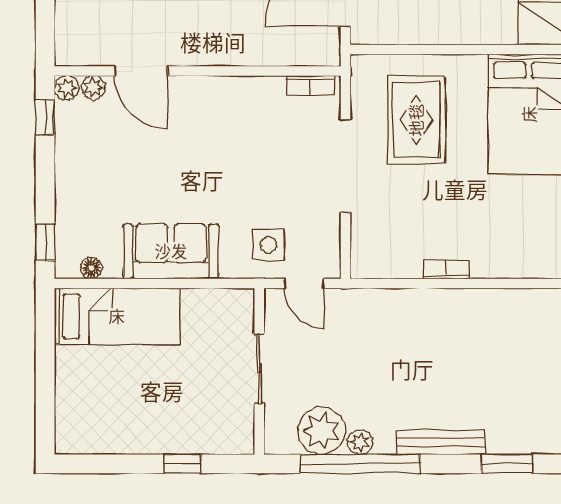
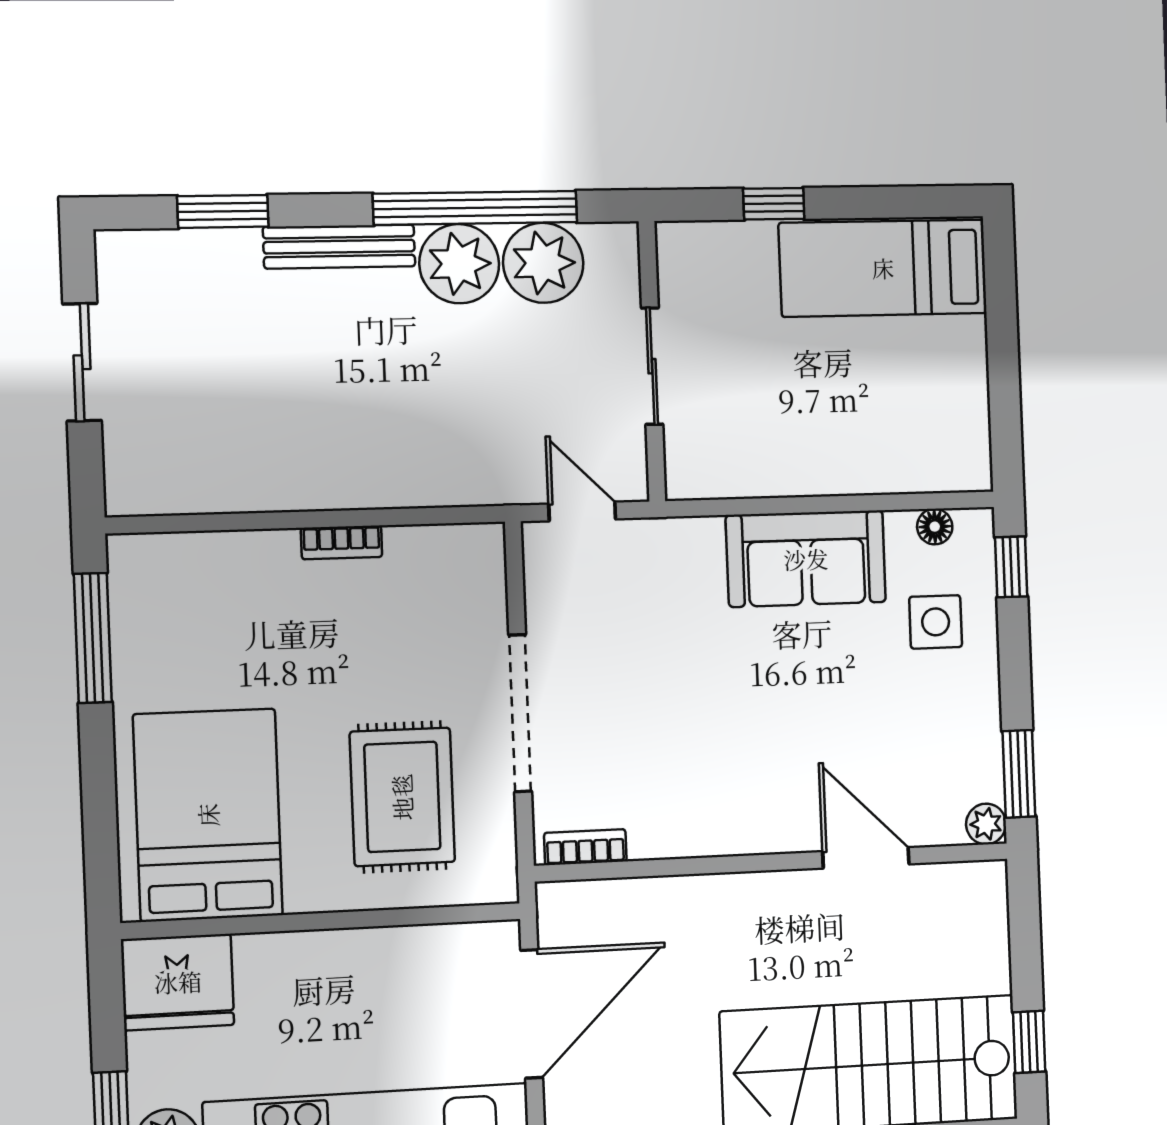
plant: (93, 88) -> (943, 827), removed
window: (45, 117) -> (1019, 774), width x1.50
side table: (268, 245) -> (936, 622), moved
bed: (117, 316) -> (883, 268), moved
plant: (360, 442) -> (459, 264), width x1.88, depth x1.88

